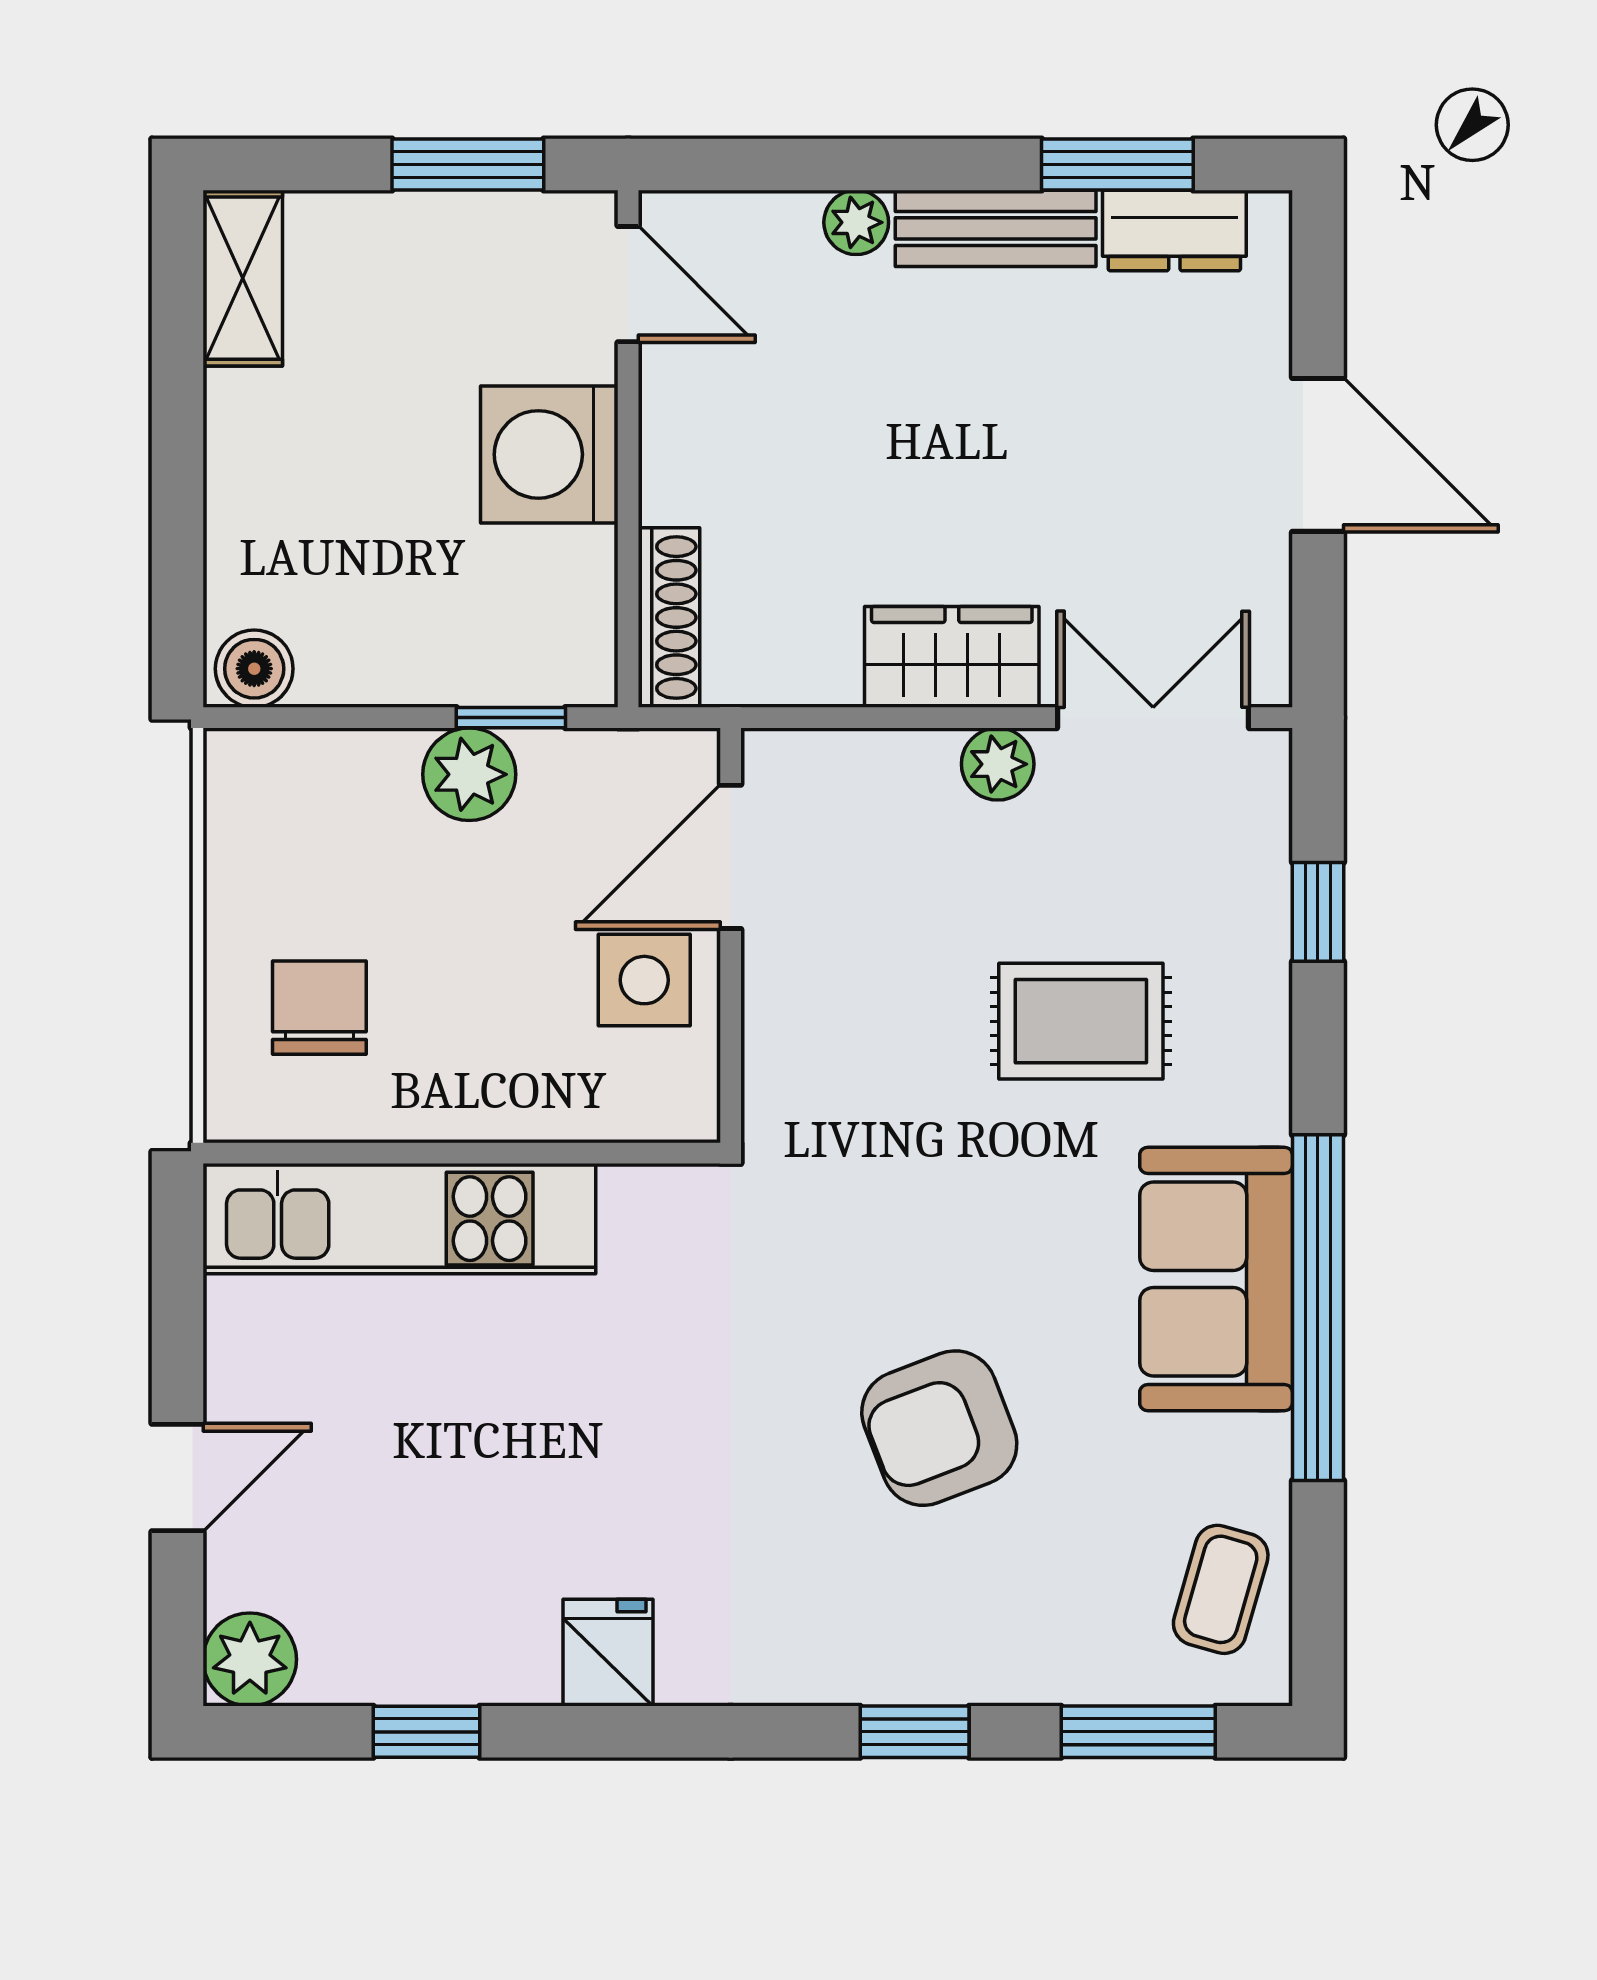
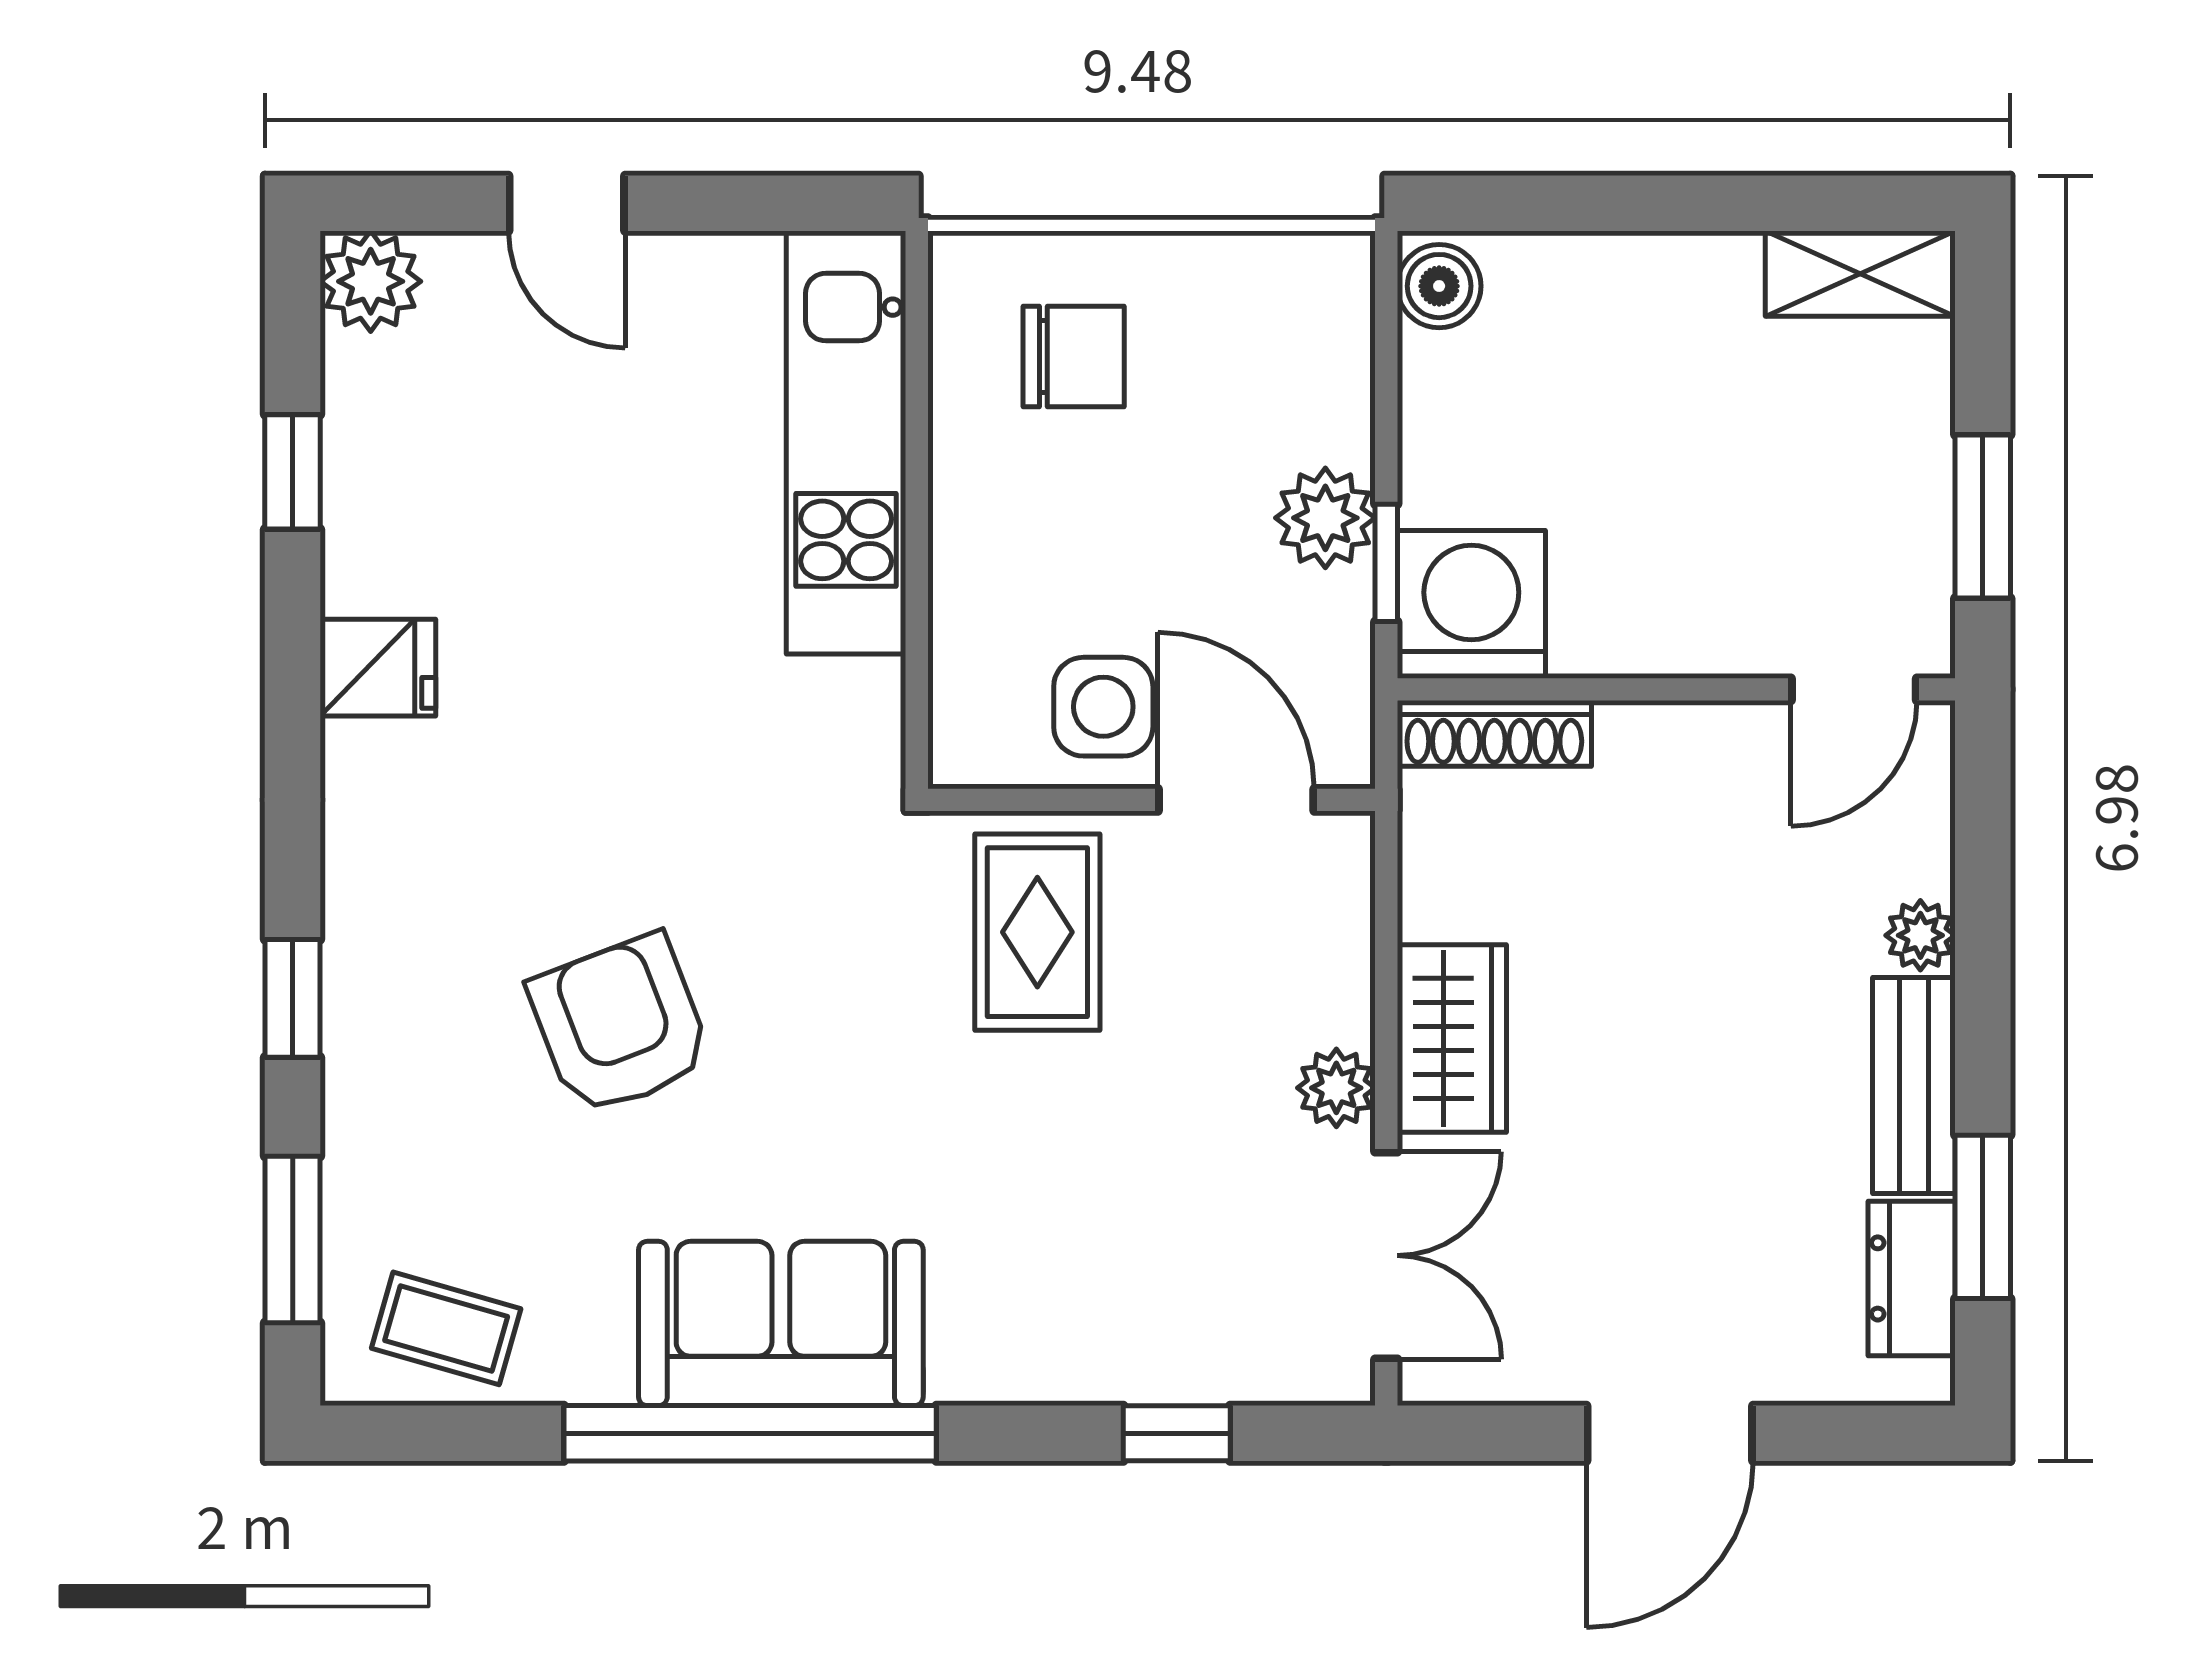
washing machine: (549, 454) -> (1471, 604), moved
rug: (1081, 1021) -> (1037, 932), moved

